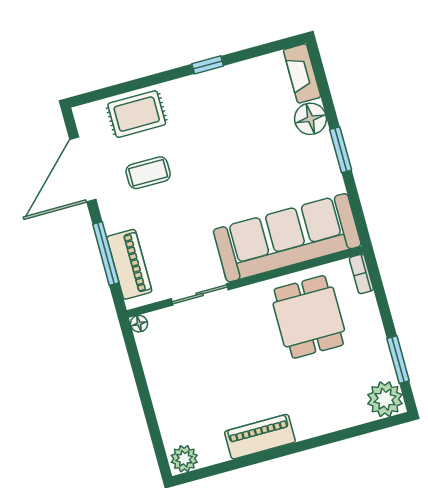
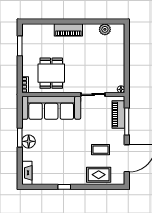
floor lamp: (310, 119) -> (29, 141), moved
plant: (385, 399) -> (29, 31), removed
piano: (260, 437) -> (68, 30), moved
plant: (184, 459) -> (105, 29), moved

